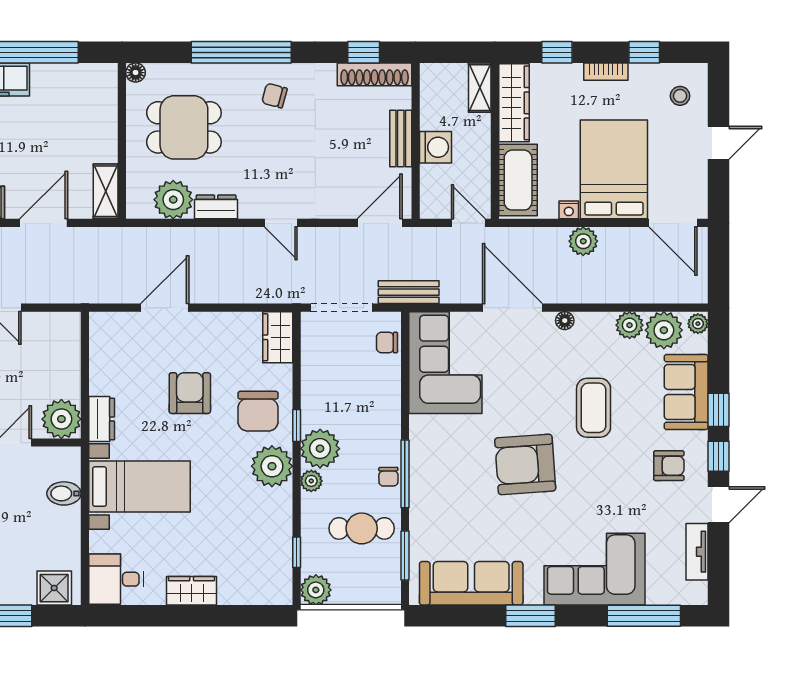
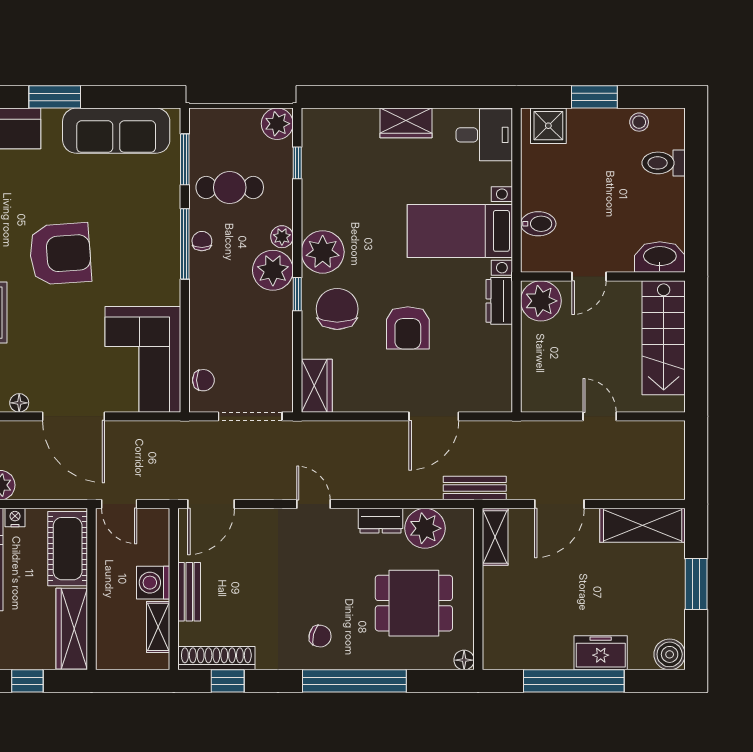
shelving: (480, 88) -> (158, 627), moved
bench: (409, 292) -> (475, 488), moved

